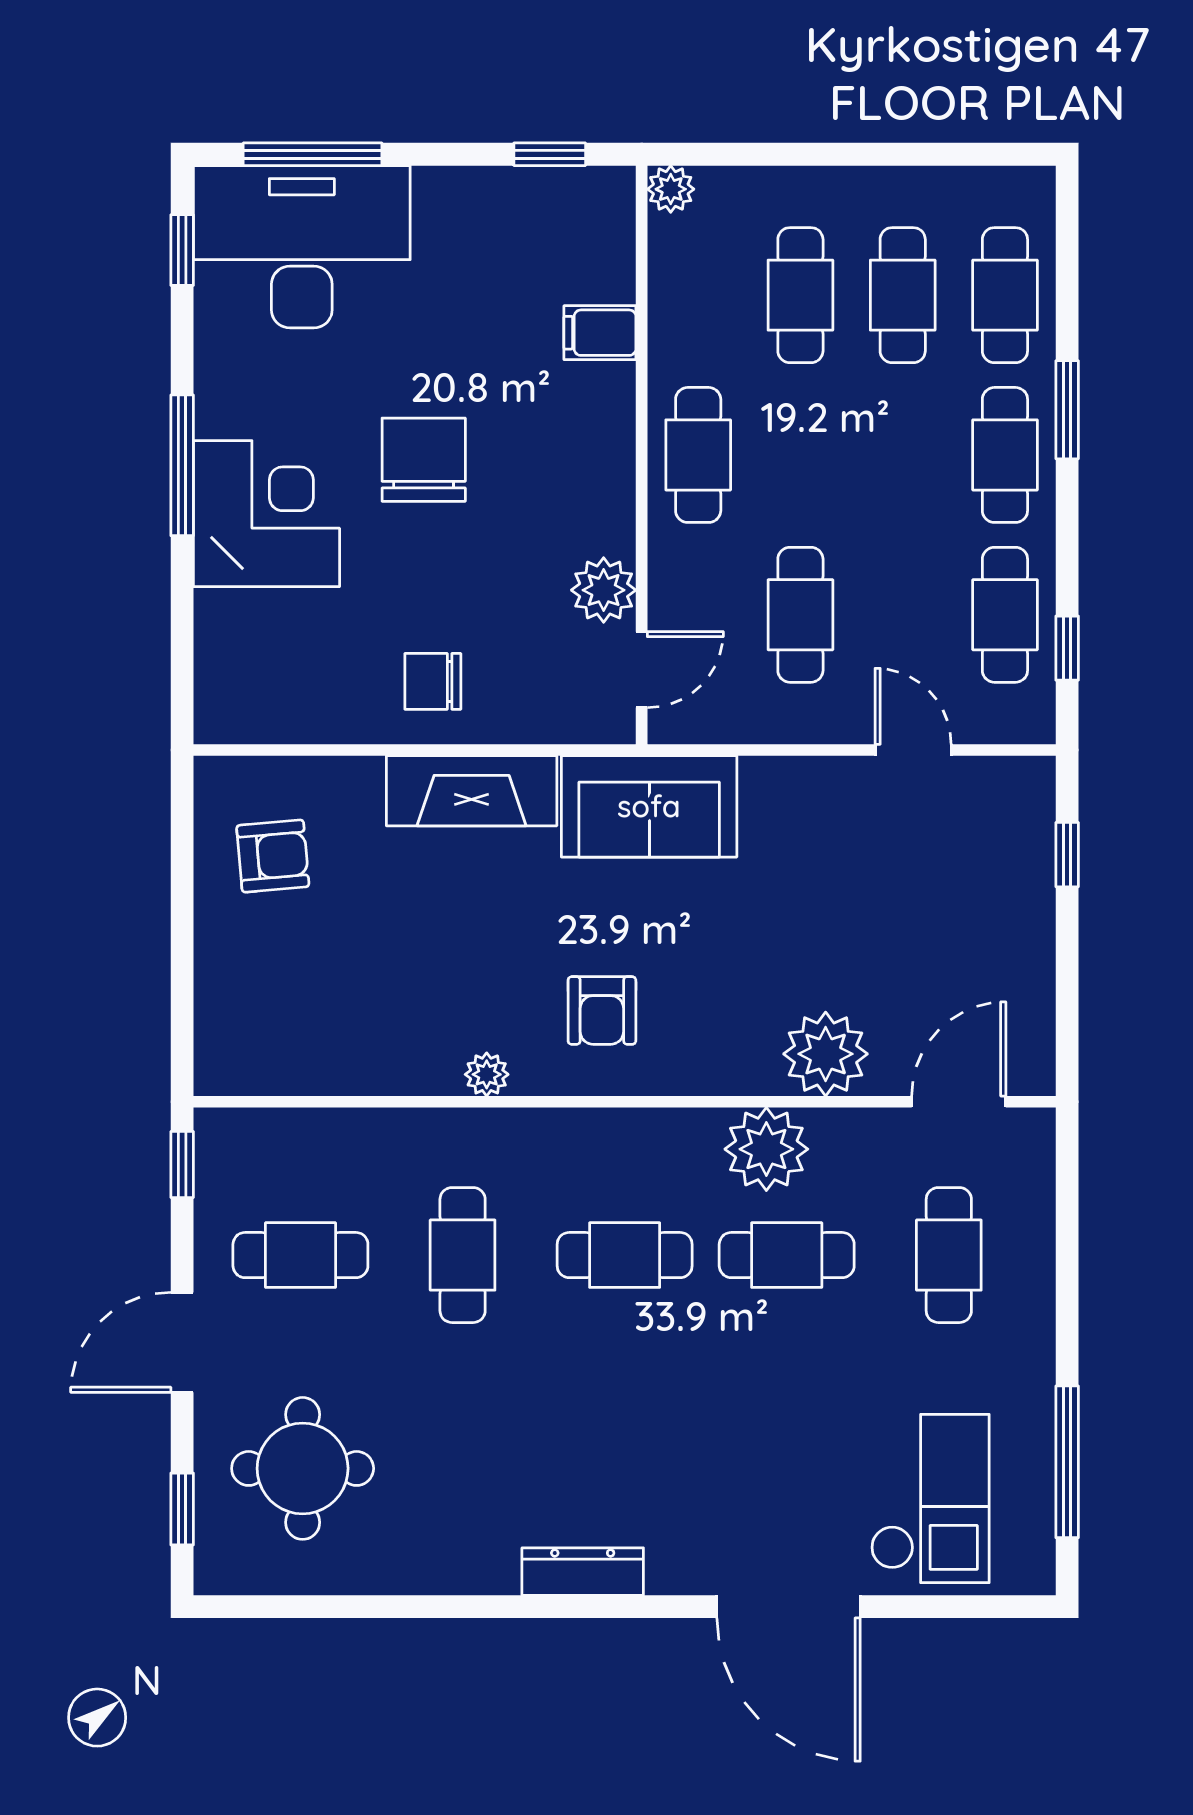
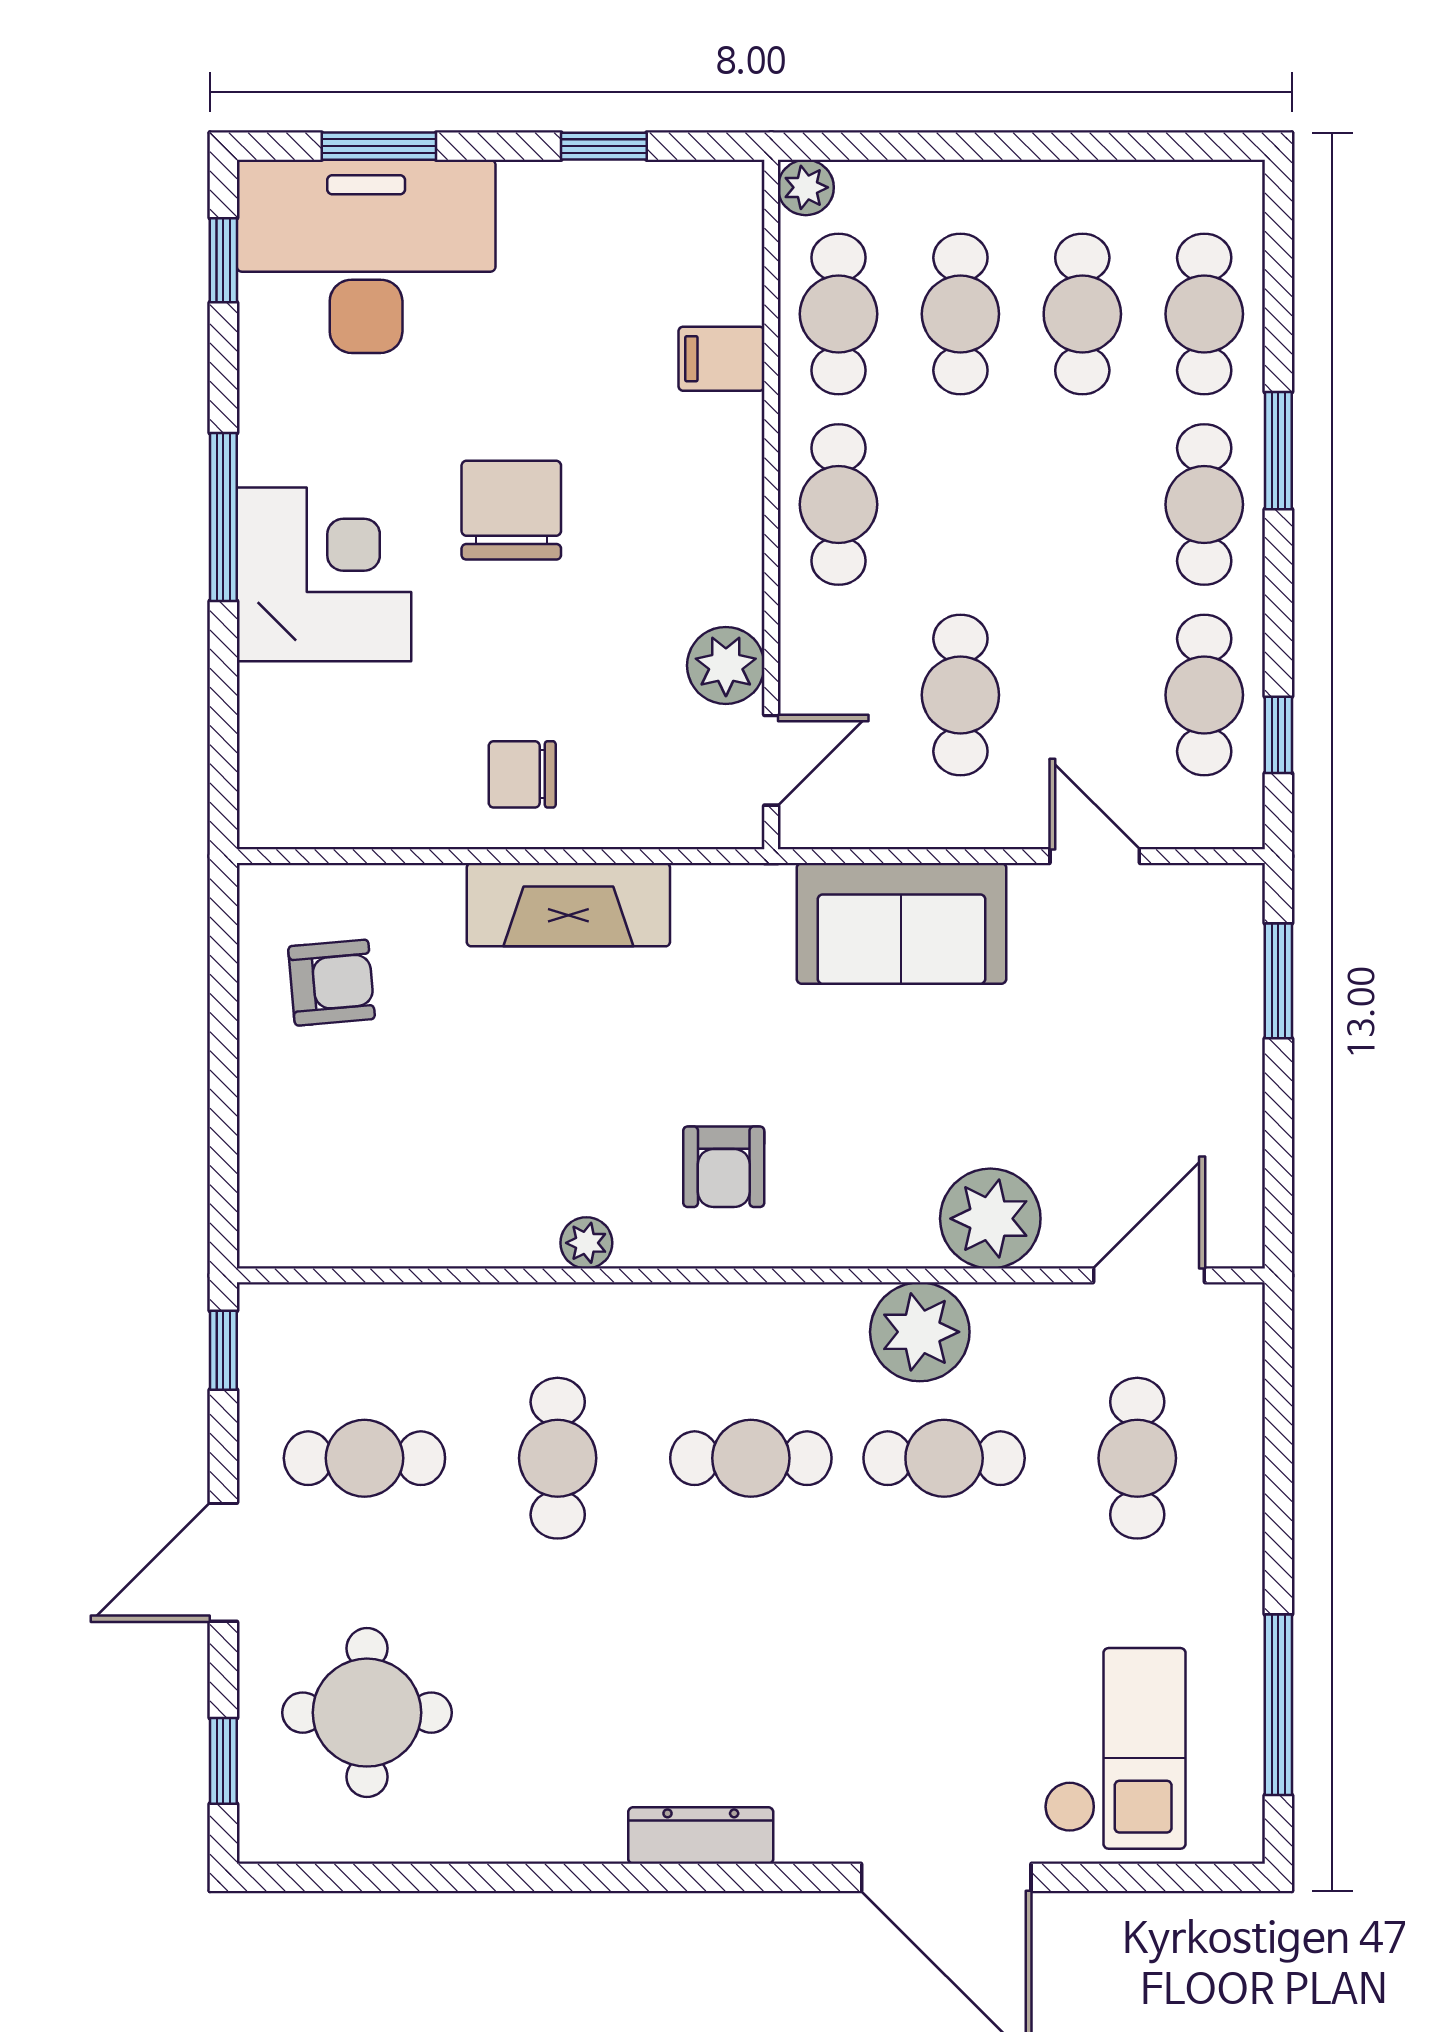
window: (313, 154) -> (379, 146), width x0.69
window: (550, 154) -> (604, 146), moved
cafe table: (698, 295) -> (839, 314), added
sofa: (649, 806) -> (901, 923), moved
window: (1067, 855) -> (1278, 981), width x1.50

